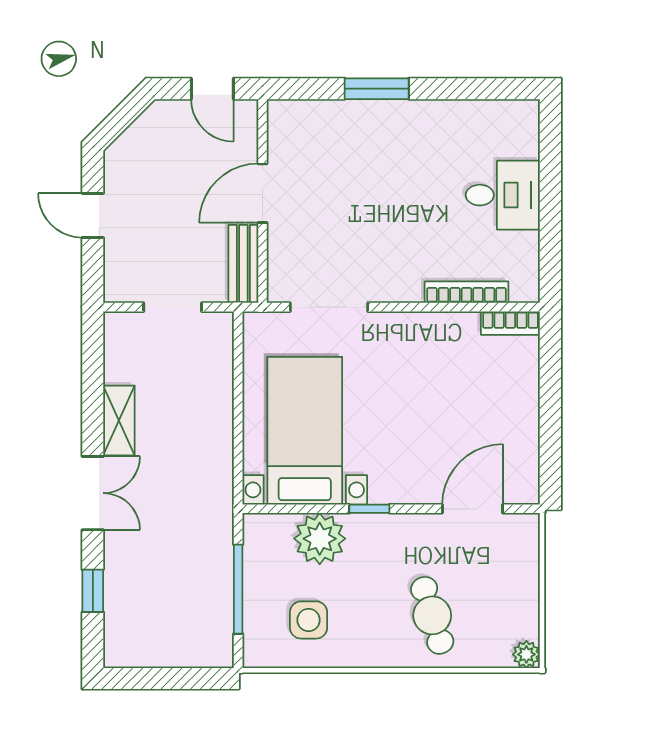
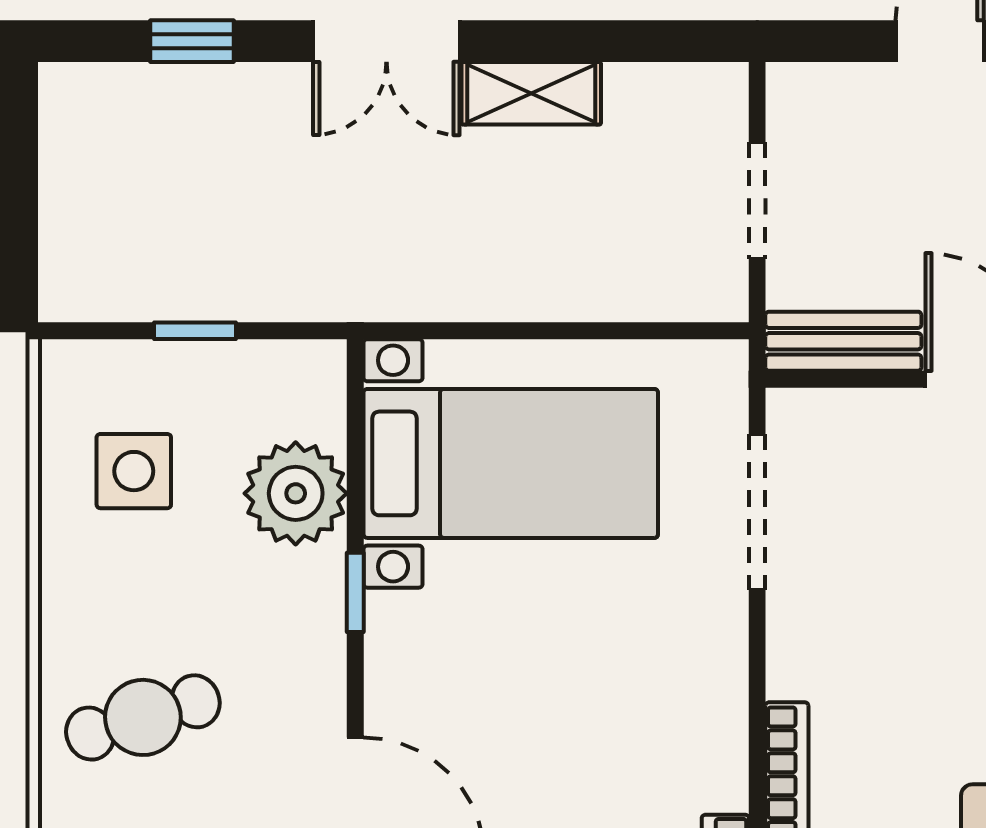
window: (238, 589) -> (195, 331), width x0.46

